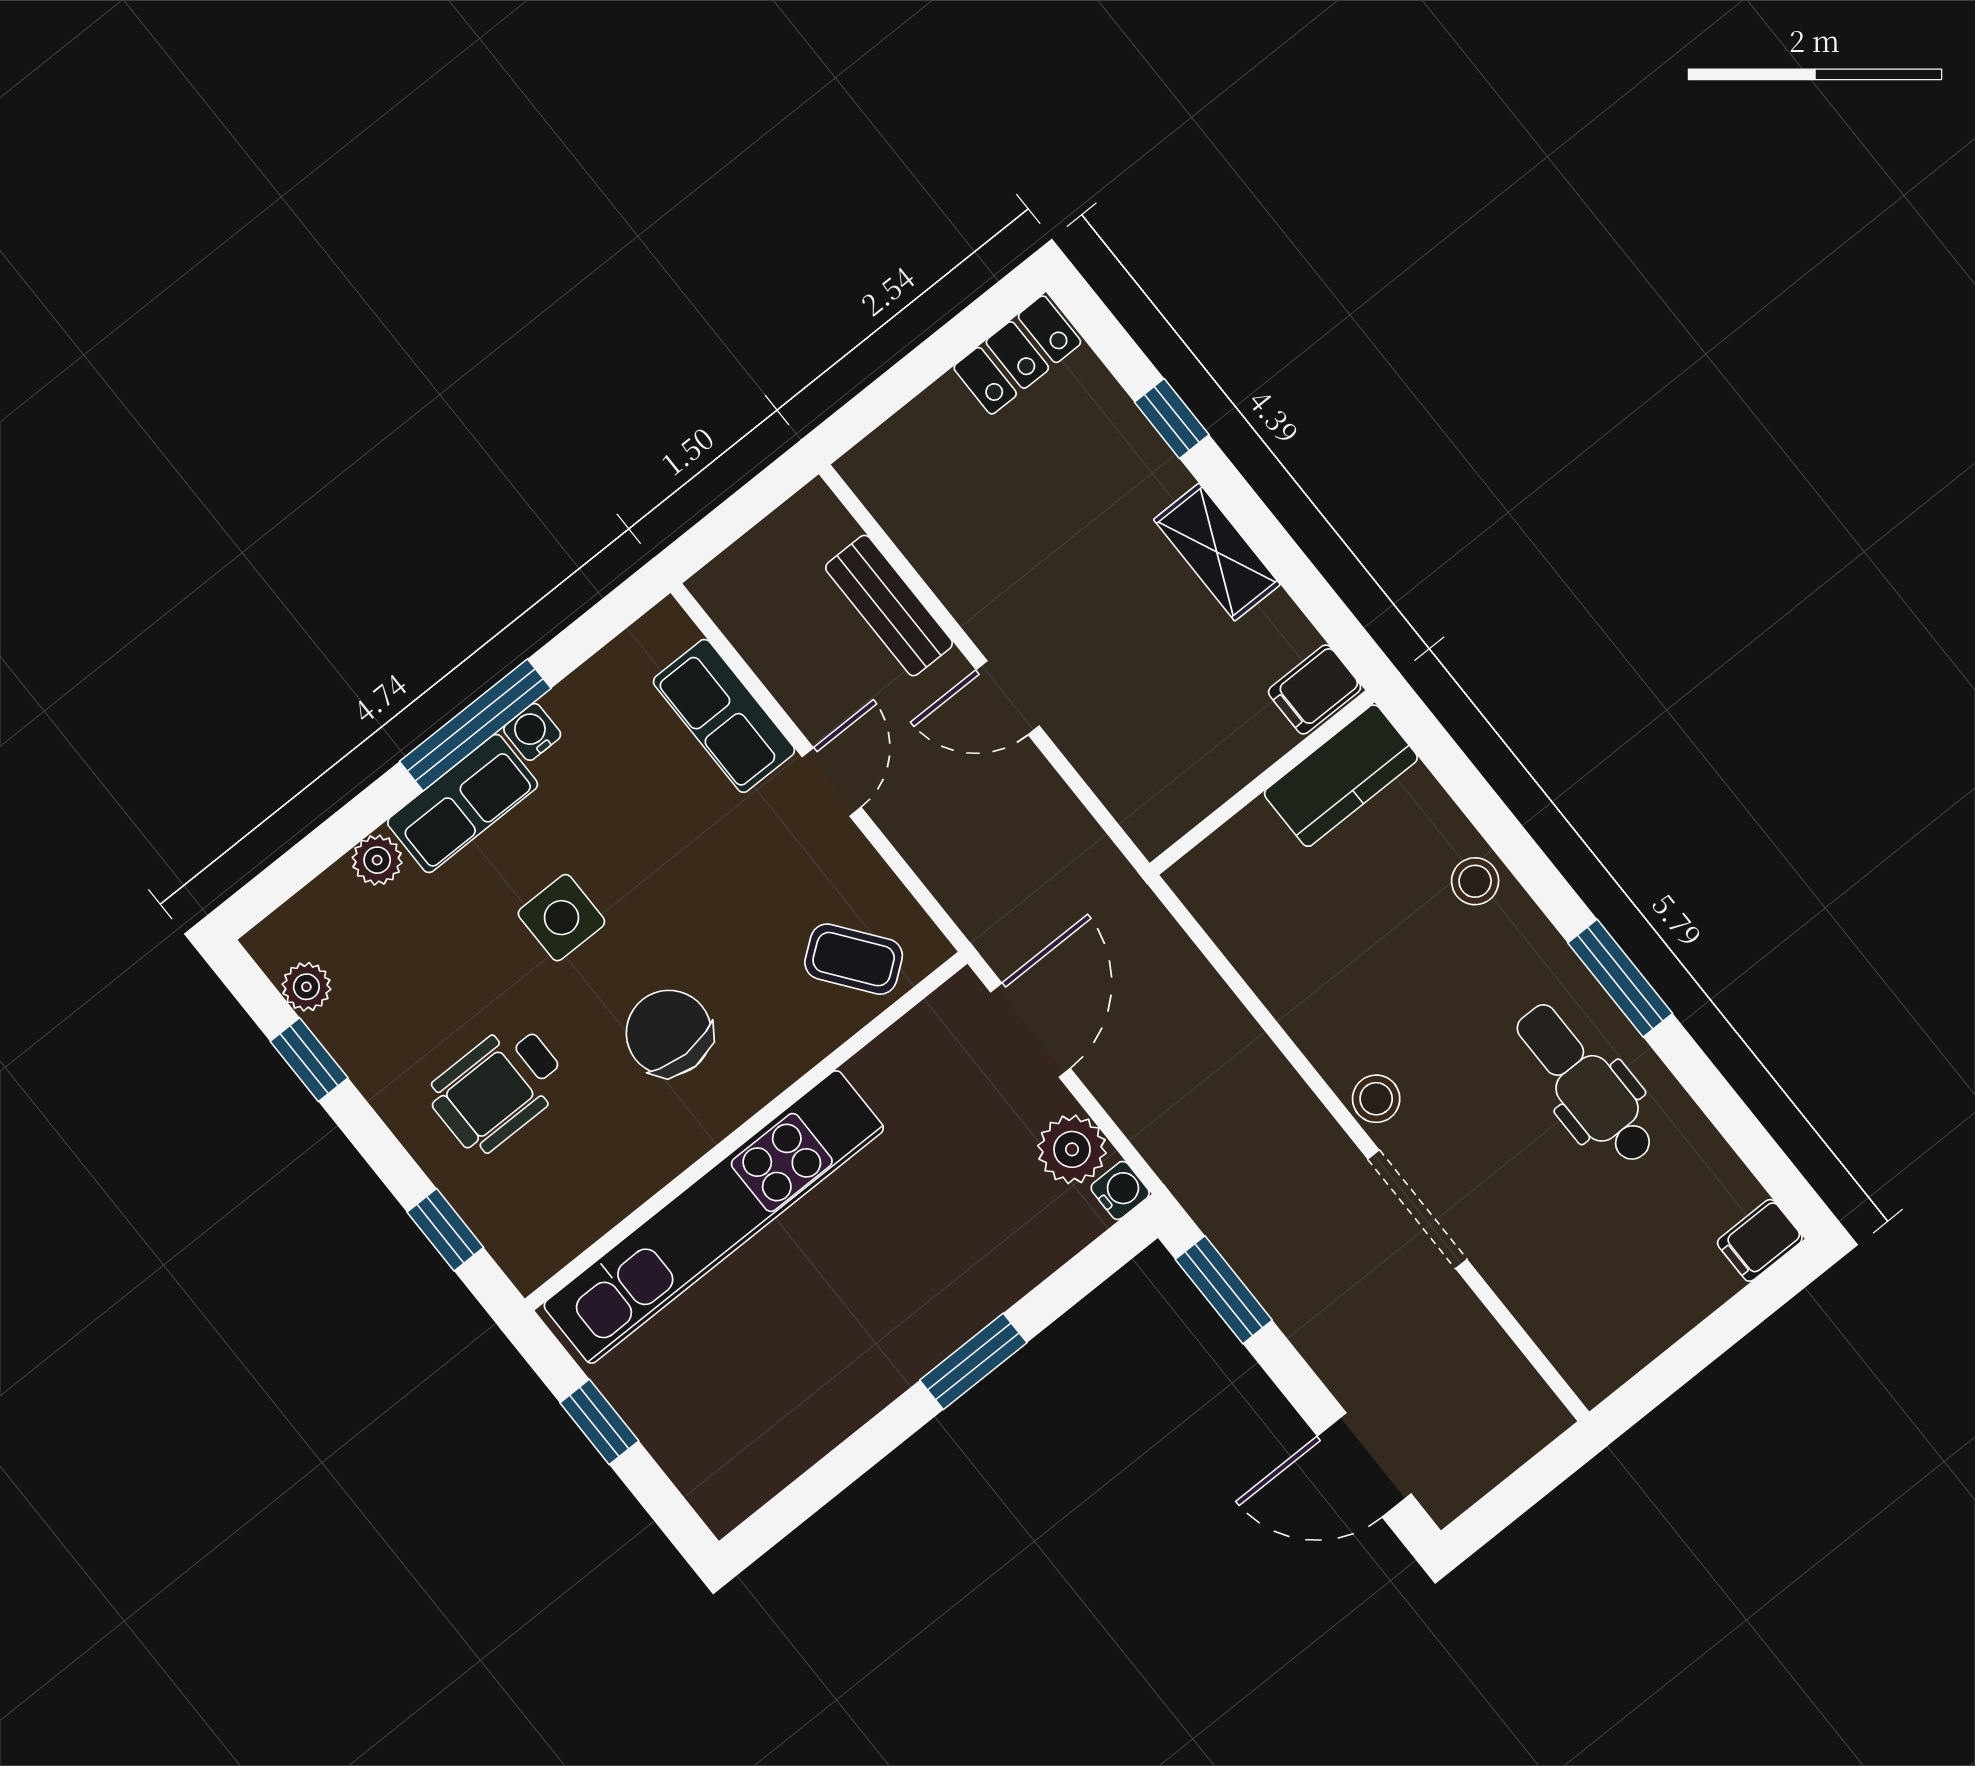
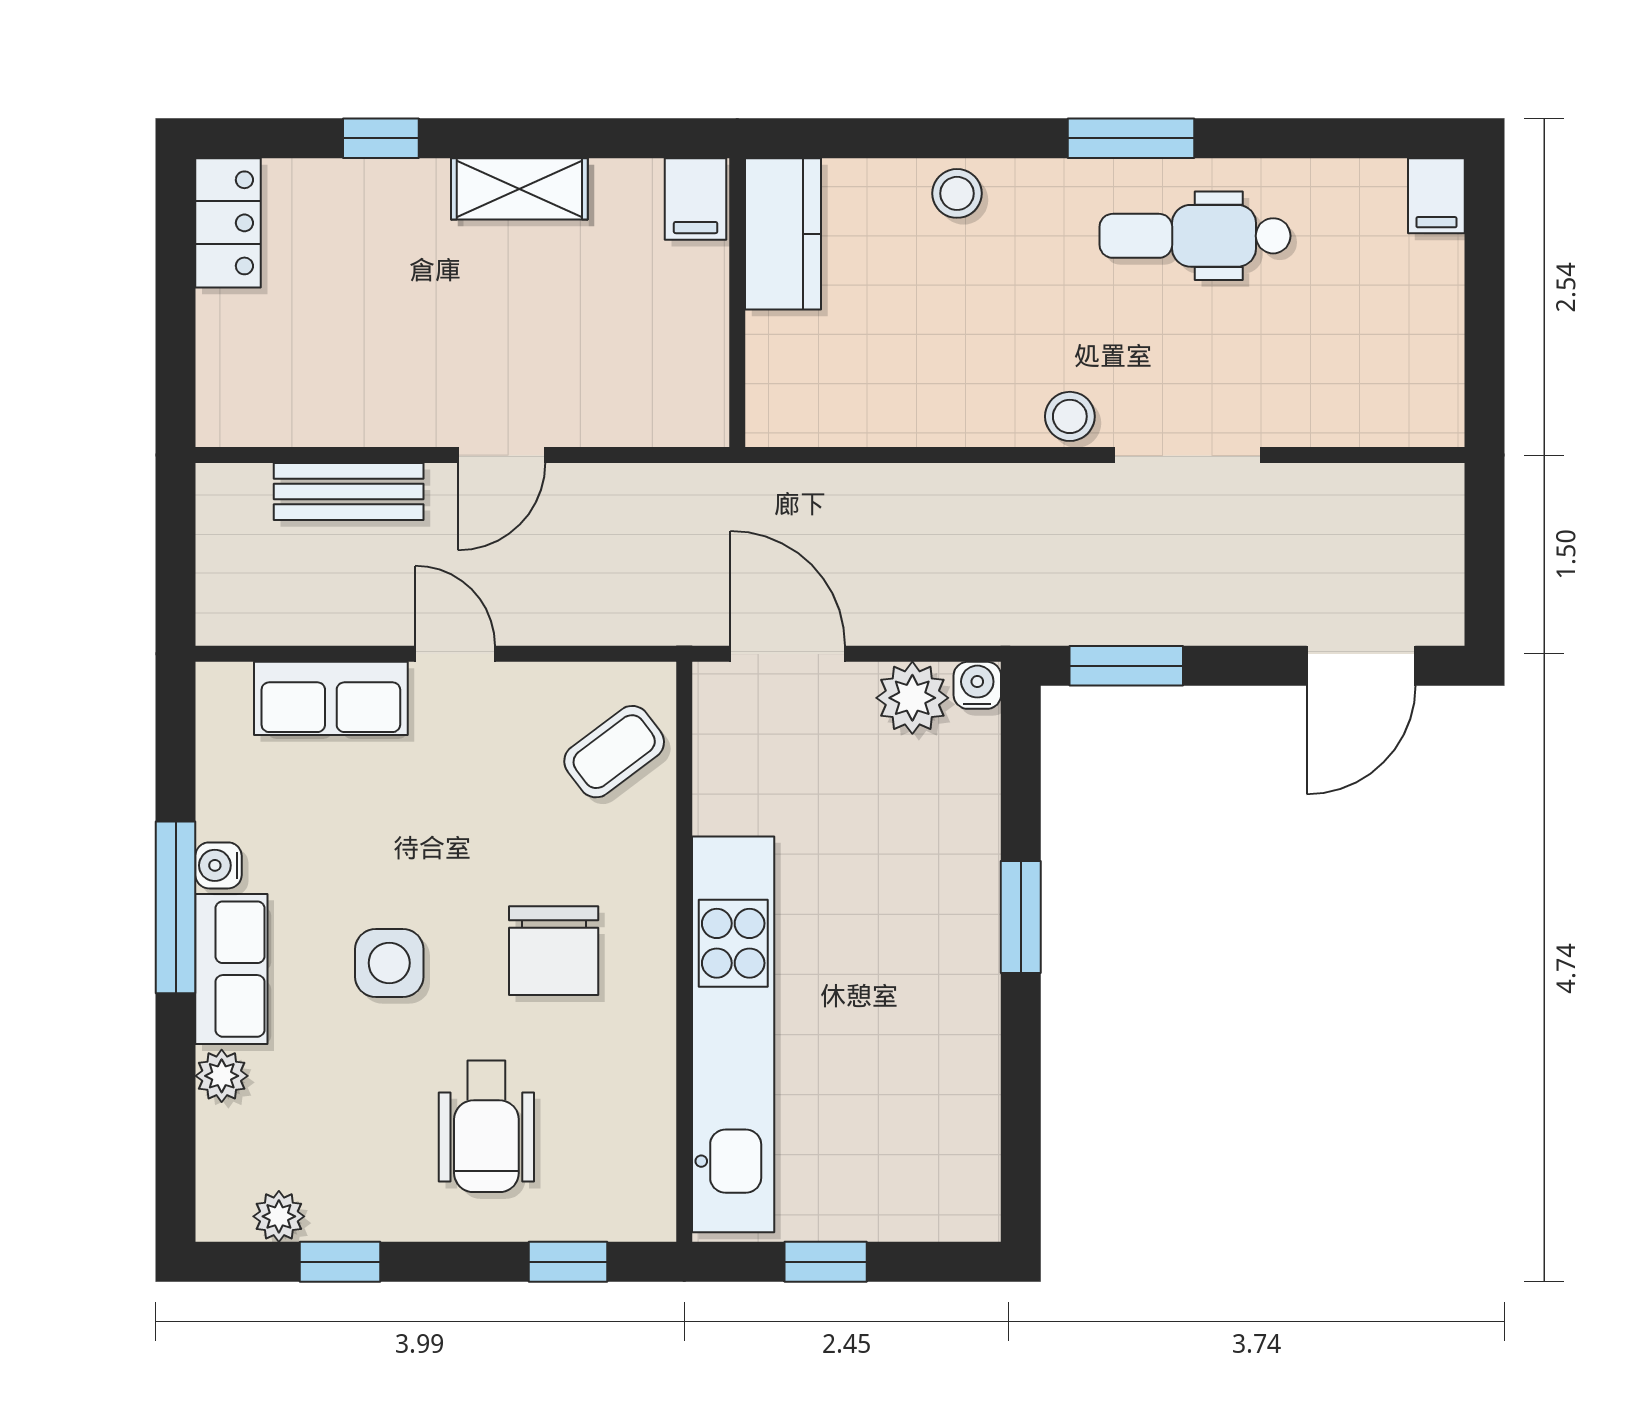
chair: (669, 1033) -> (554, 951), turned -90

